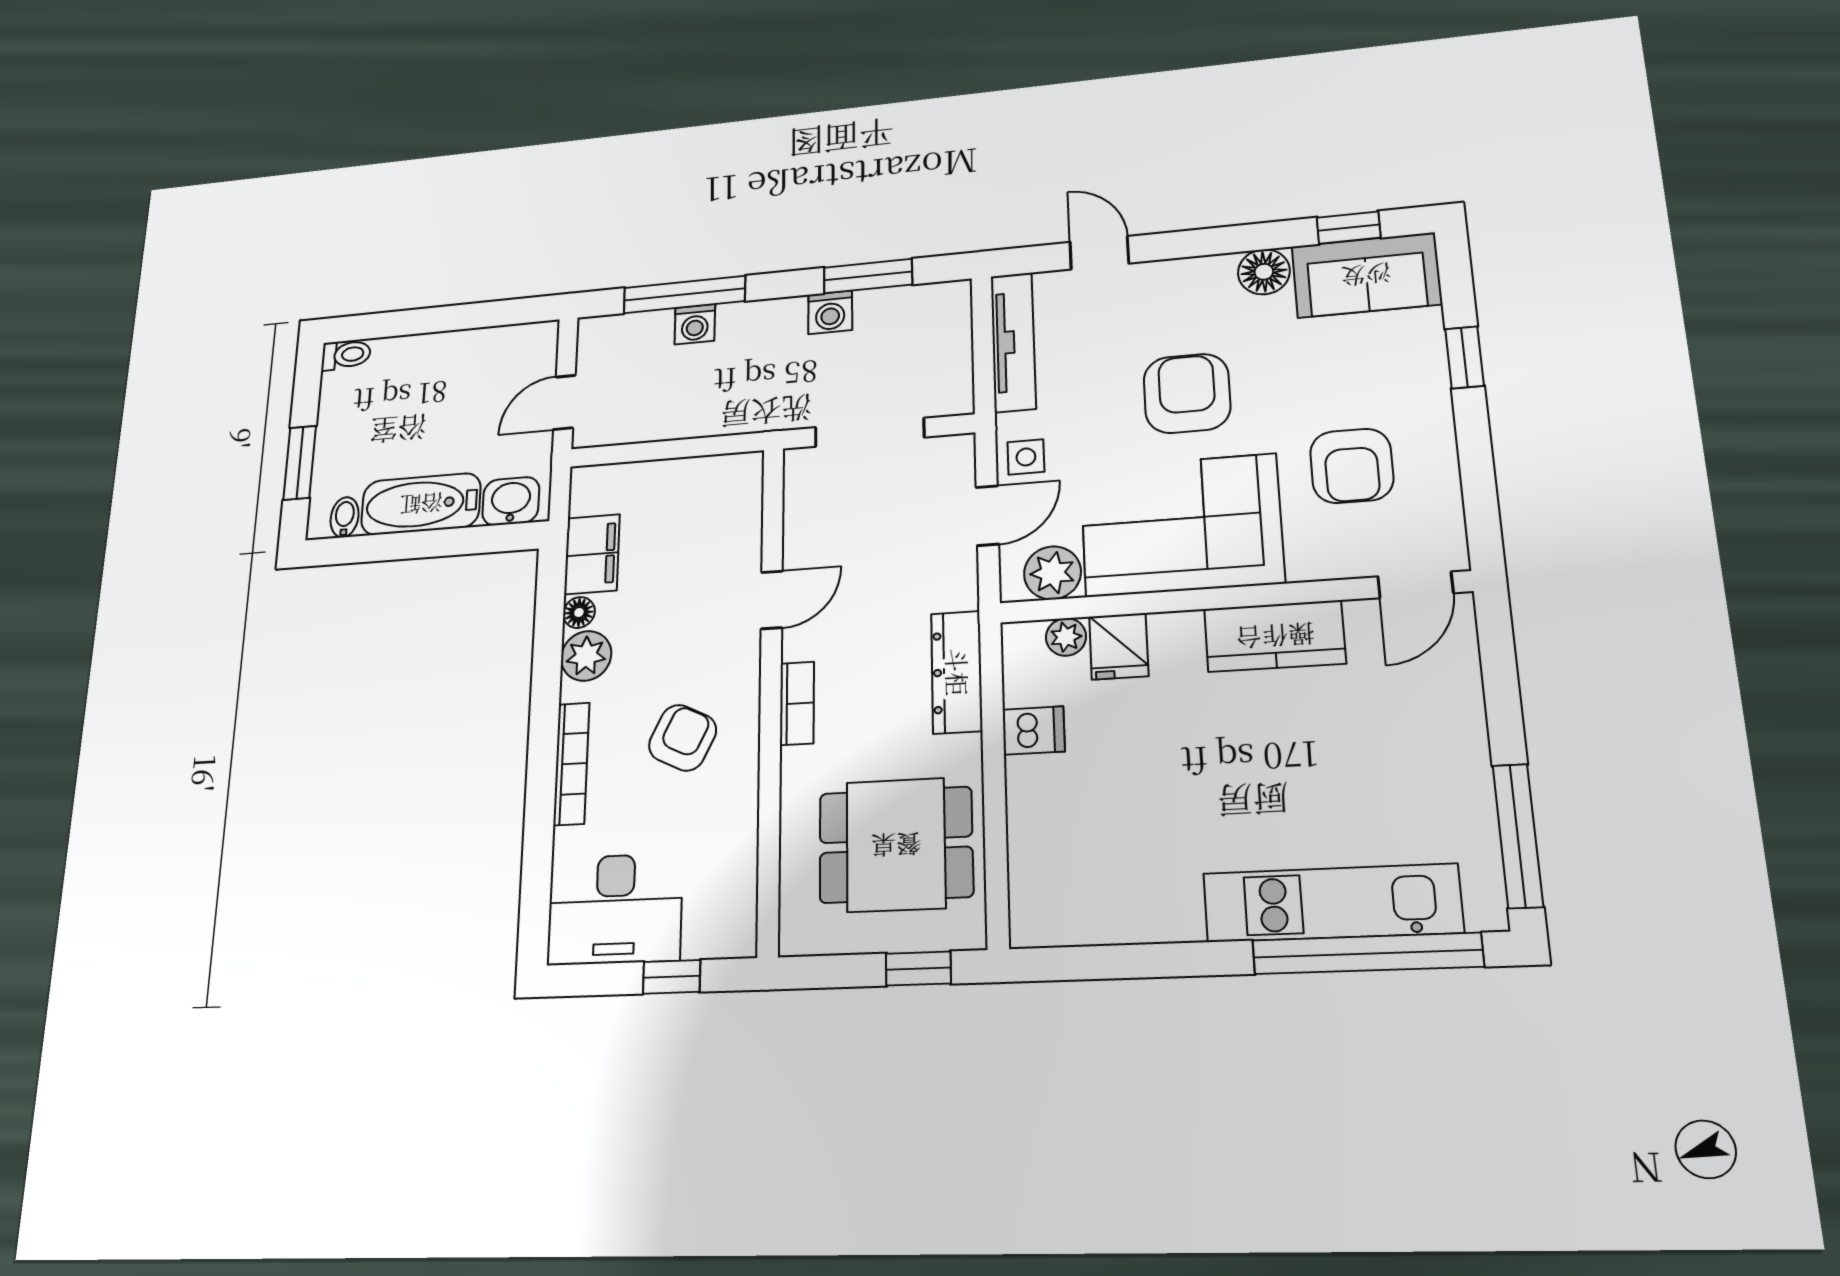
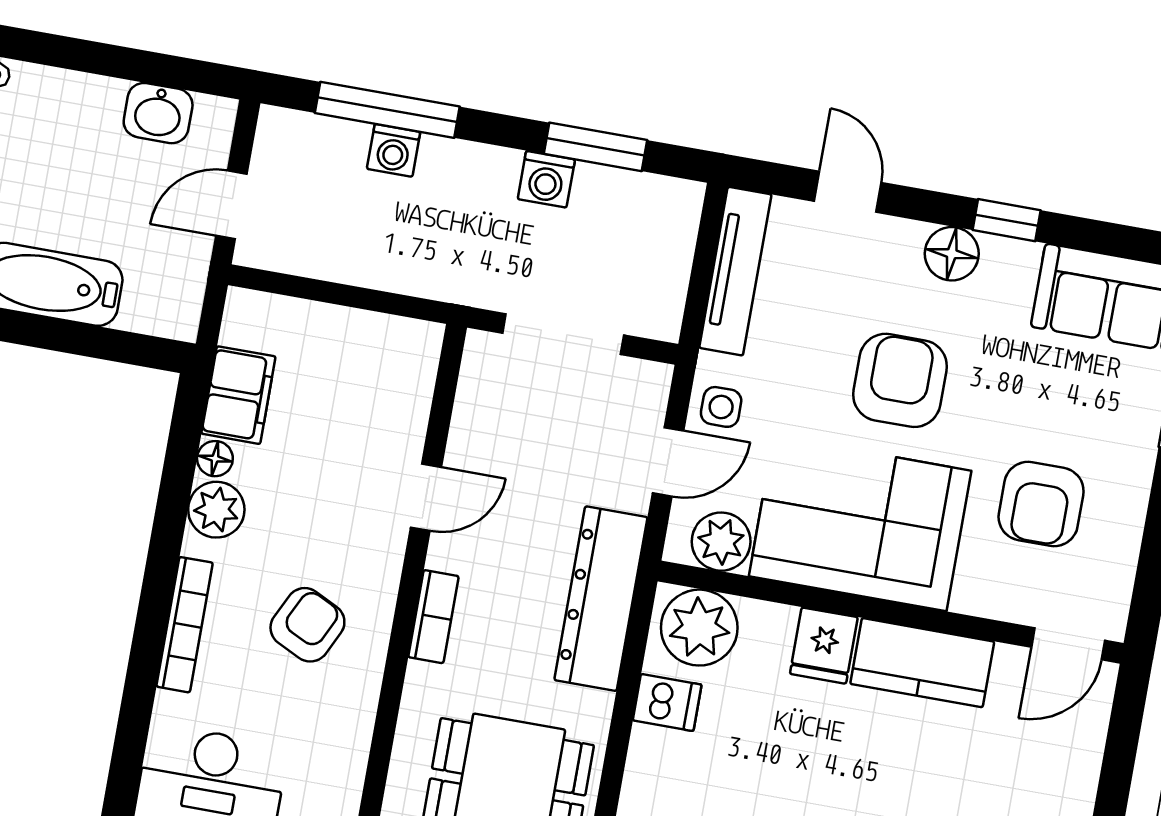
window: (1349, 228) -> (1007, 220), moved
floor lamp: (1264, 272) -> (952, 254), moved
washbasin: (511, 501) -> (158, 113), moved, turned 180
plant: (1066, 637) -> (699, 628), width x1.87, depth x1.87
fridge: (1119, 646) -> (824, 646), moved
dresser: (957, 672) -> (601, 599), width x1.37, depth x1.24

